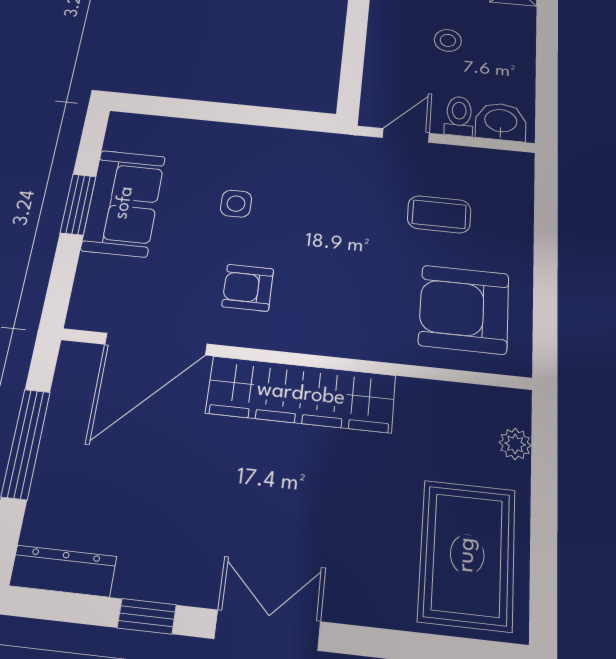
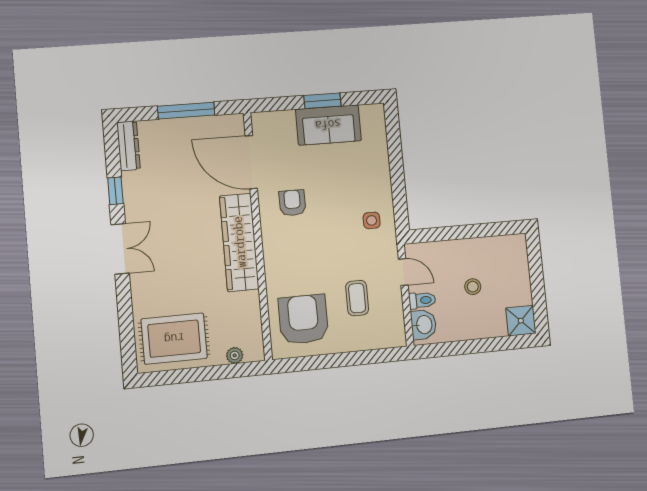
side table: (236, 204) -> (372, 220), moved

